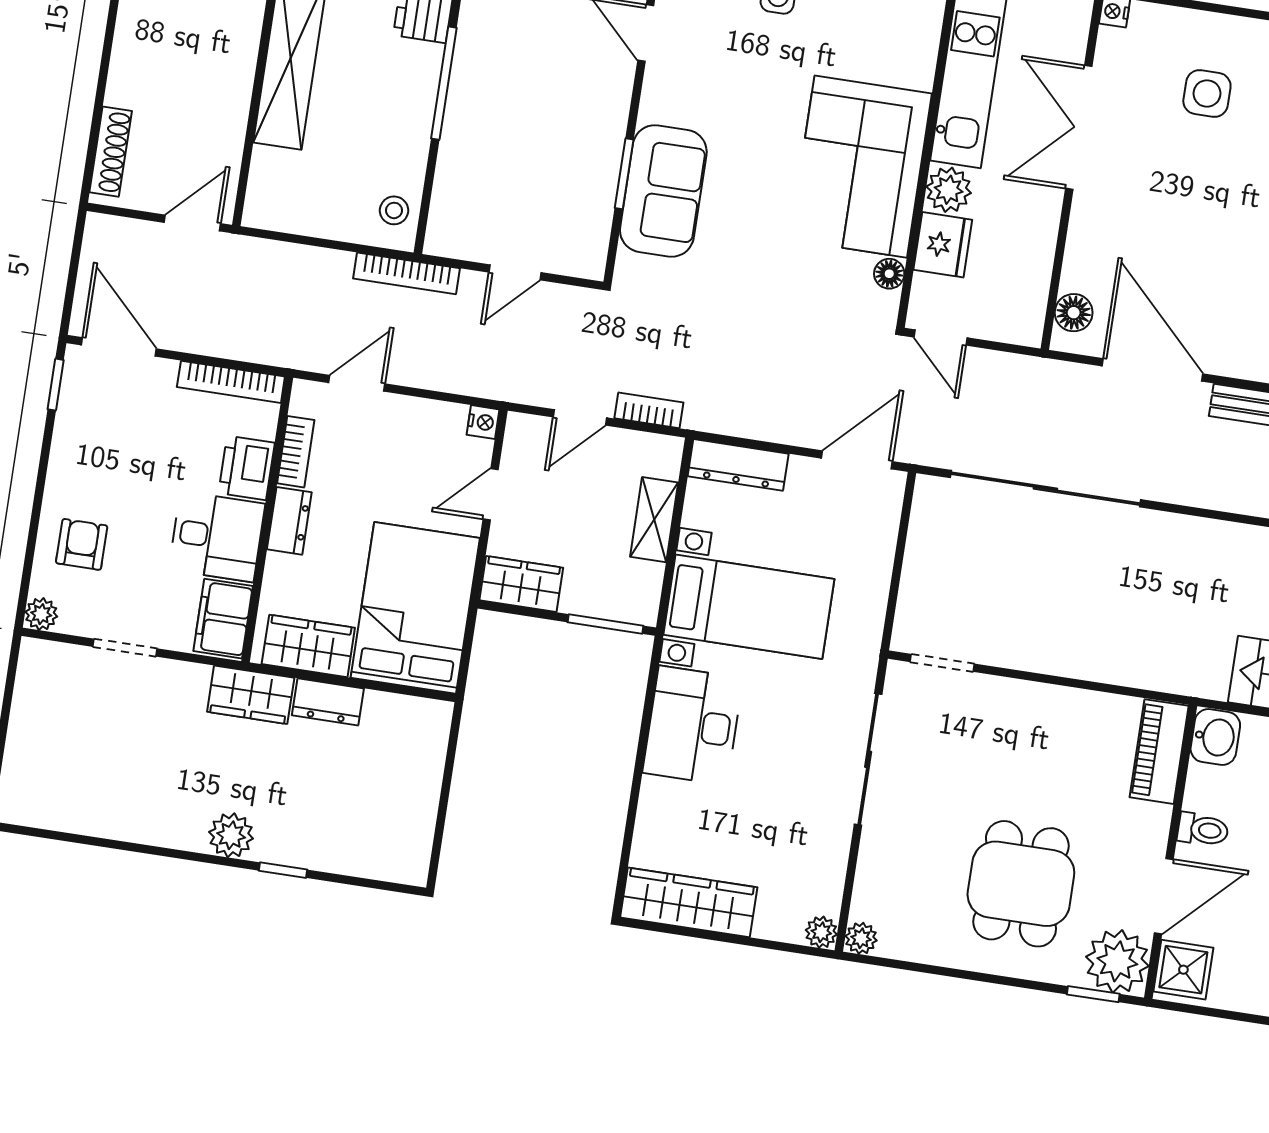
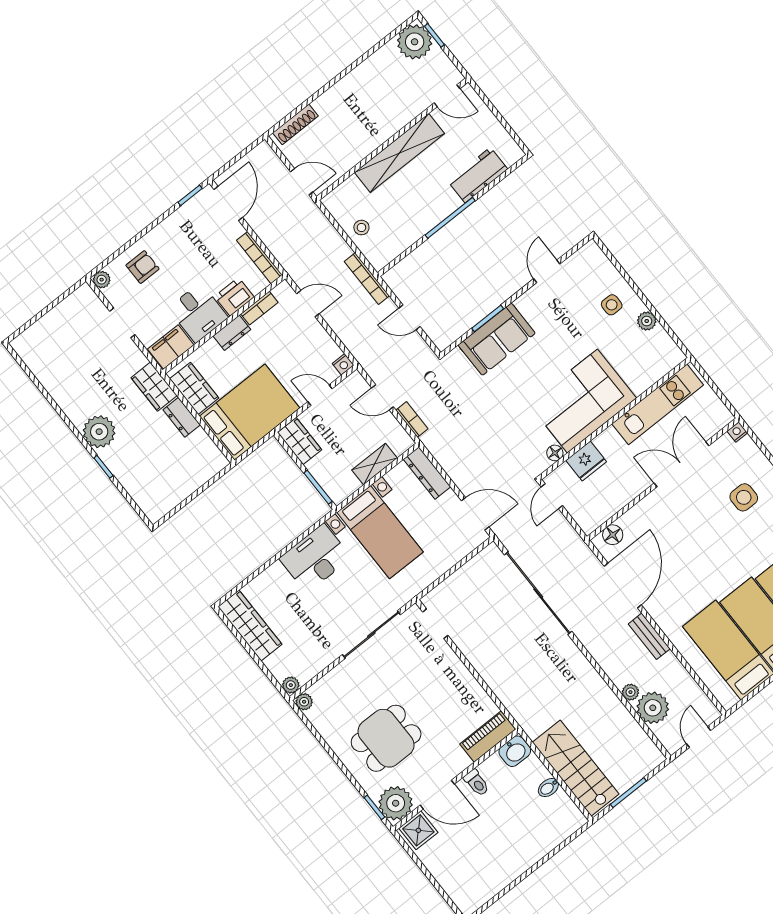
plant: (949, 190) -> (608, 442), removed
stool: (394, 210) -> (361, 228), moved
plant: (231, 835) -> (99, 432), width x1.36, depth x1.36

